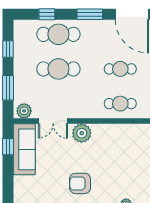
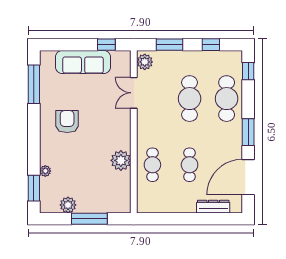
window: (47, 14) -> (248, 71), moved
plant: (82, 133) -> (121, 160), moved
sofa: (24, 149) -> (83, 62), moved

